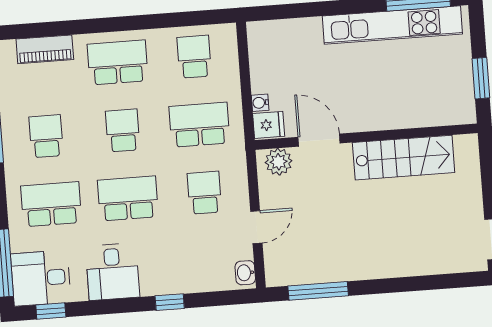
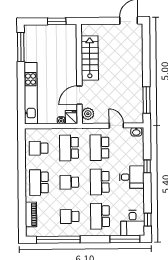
kitchen unit: (392, 25) -> (31, 93), moved
school desk: (204, 193) -> (99, 148), width x1.85
desk: (113, 272) -> (132, 177), moved

